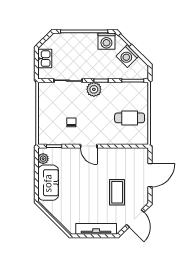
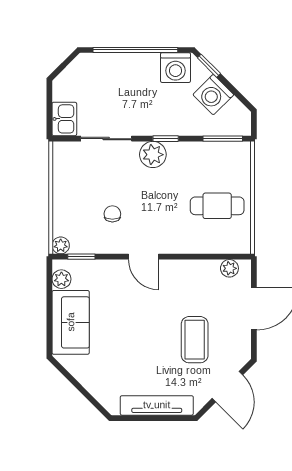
kitchen sink: (45, 59) -> (64, 119), moved
plant: (43, 140) -> (61, 245), added
plant: (136, 153) -> (229, 268), added

